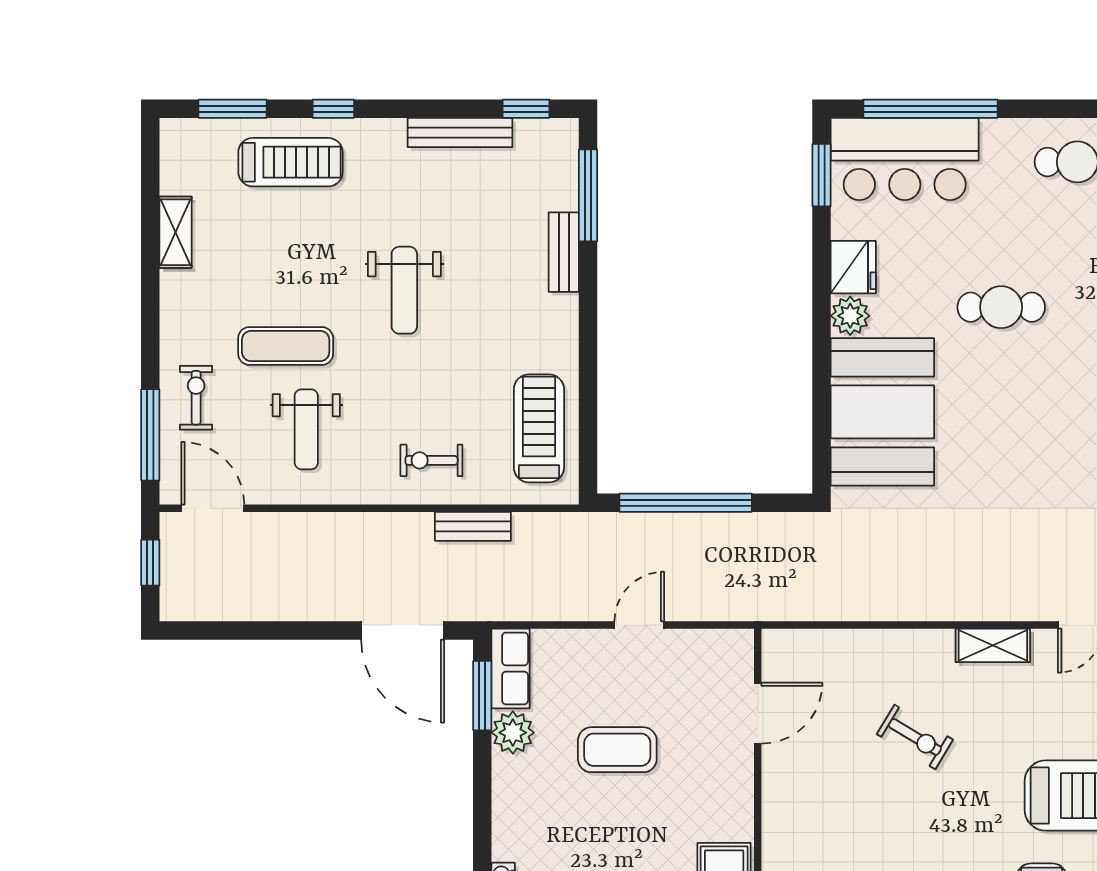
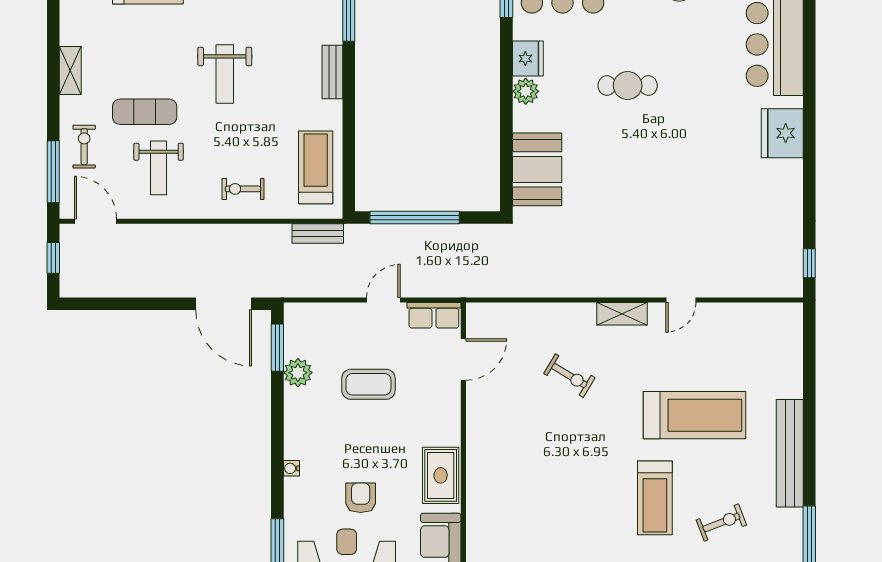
shelving: (176, 232) -> (70, 71), moved
bench: (564, 252) -> (332, 72), moved
booth: (882, 412) -> (537, 169), width x0.73, depth x0.70
bench: (473, 526) -> (318, 233), moved
row of seats: (510, 668) -> (434, 315), moved, turned 90

